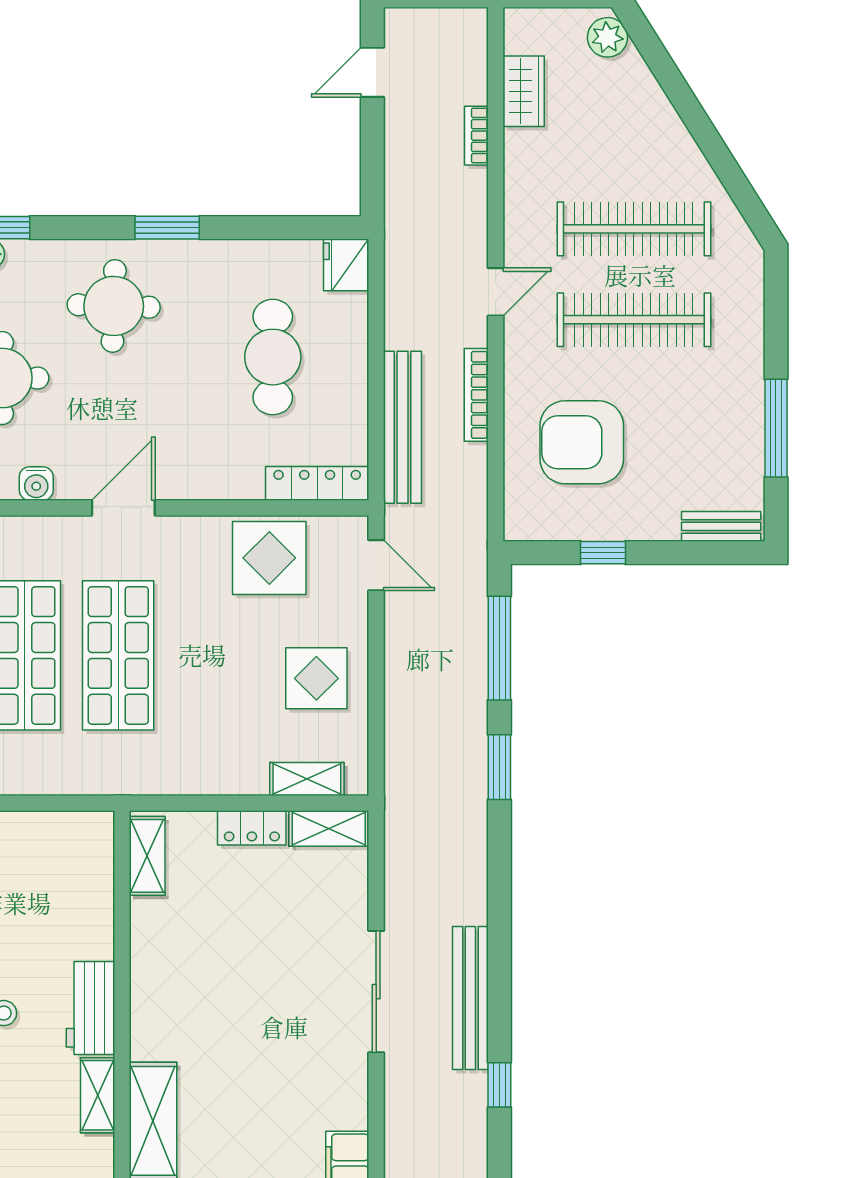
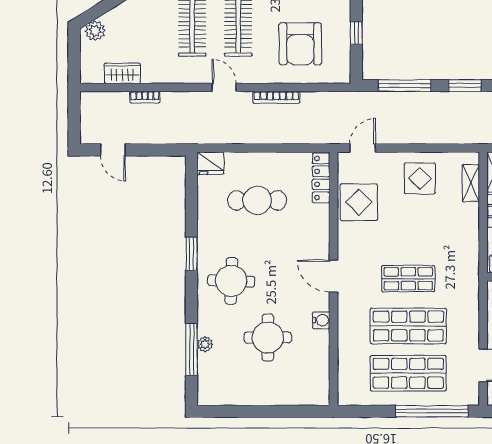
bench: (403, 427) -> (293, 135), removed
shop shelf: (118, 655) -> (408, 279), width x0.70, depth x0.74

